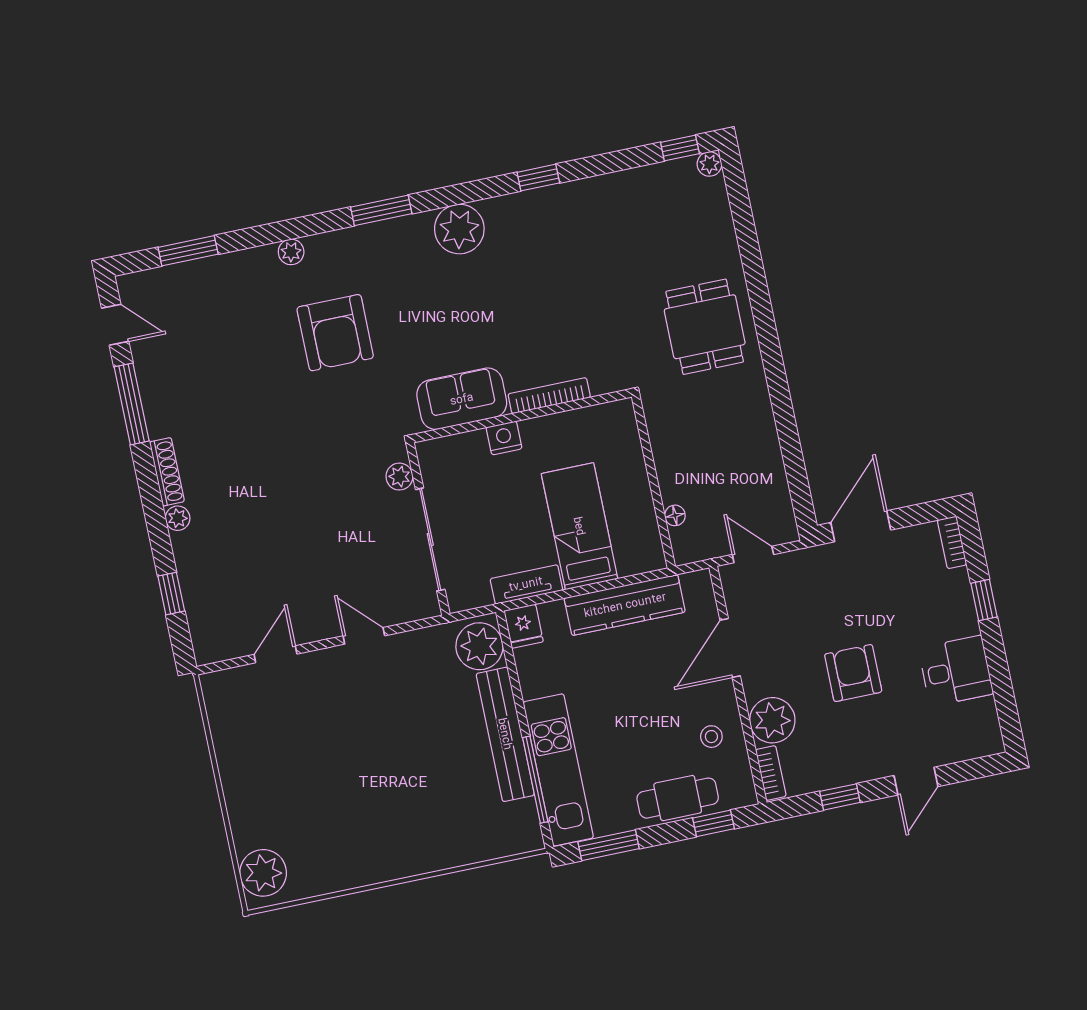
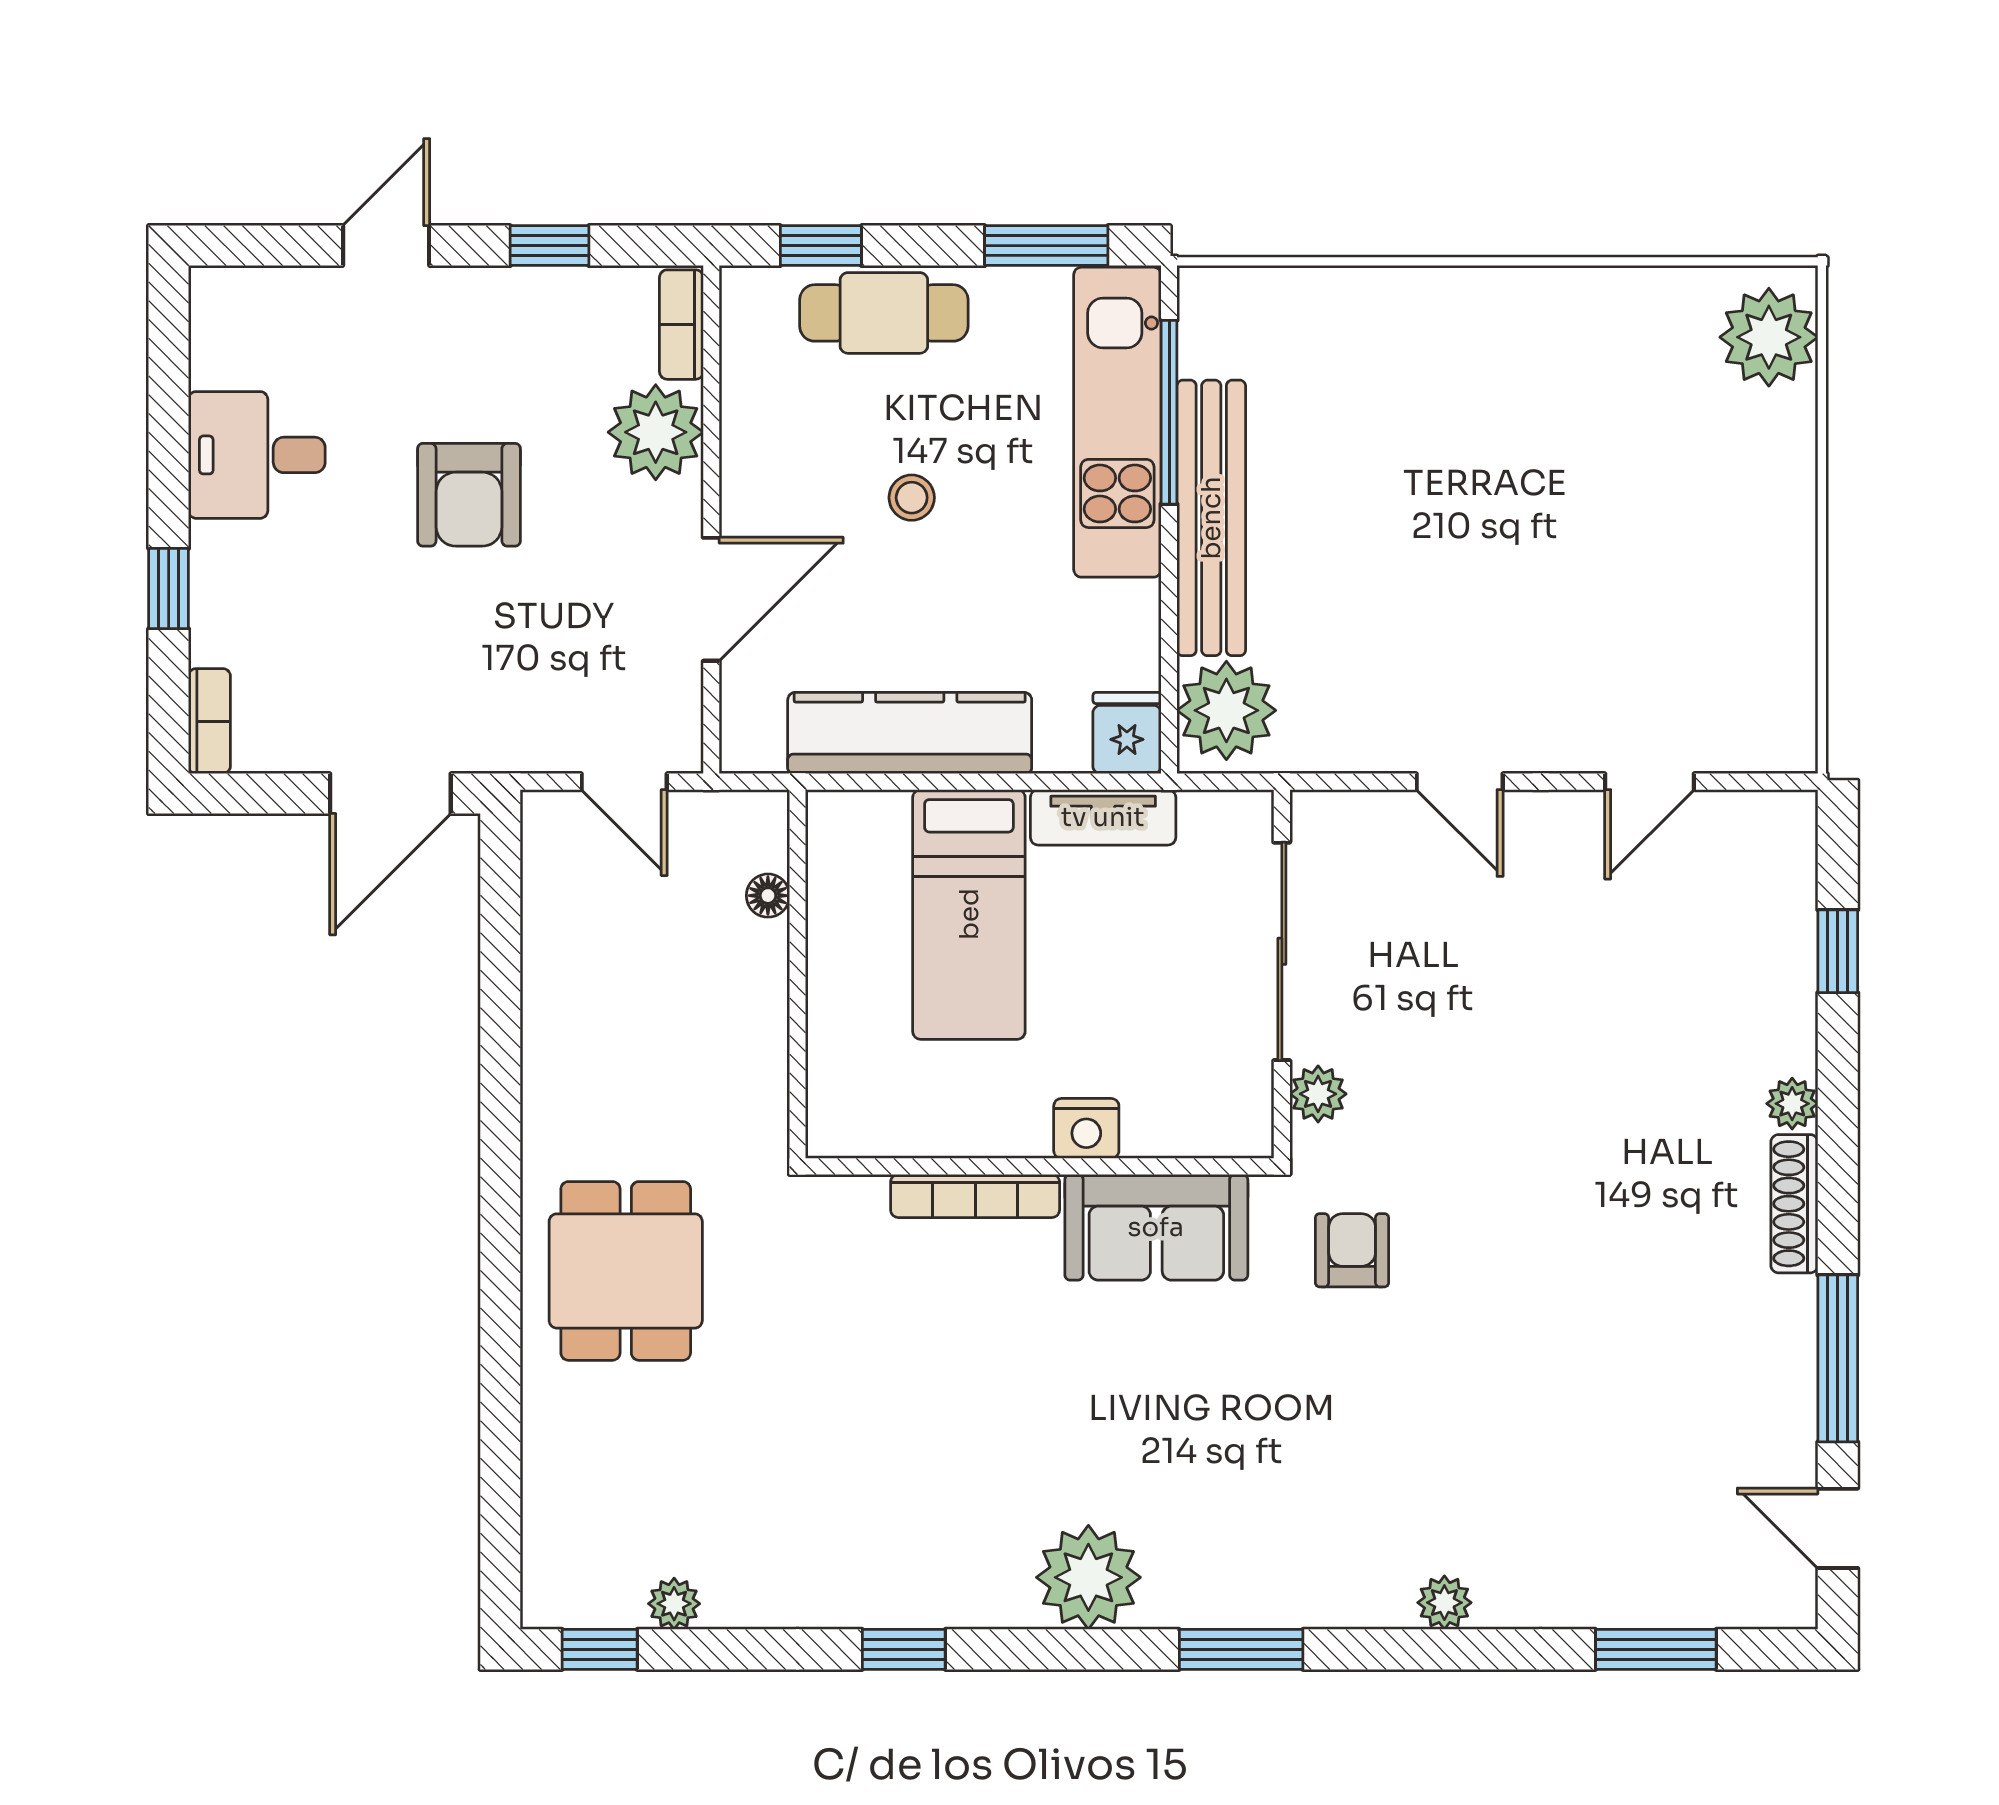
plant: (709, 164) -> (674, 1604), moved
armchair: (335, 333) -> (1352, 1250), moved, width x0.53, depth x0.53
stool: (711, 737) -> (912, 498), moved

